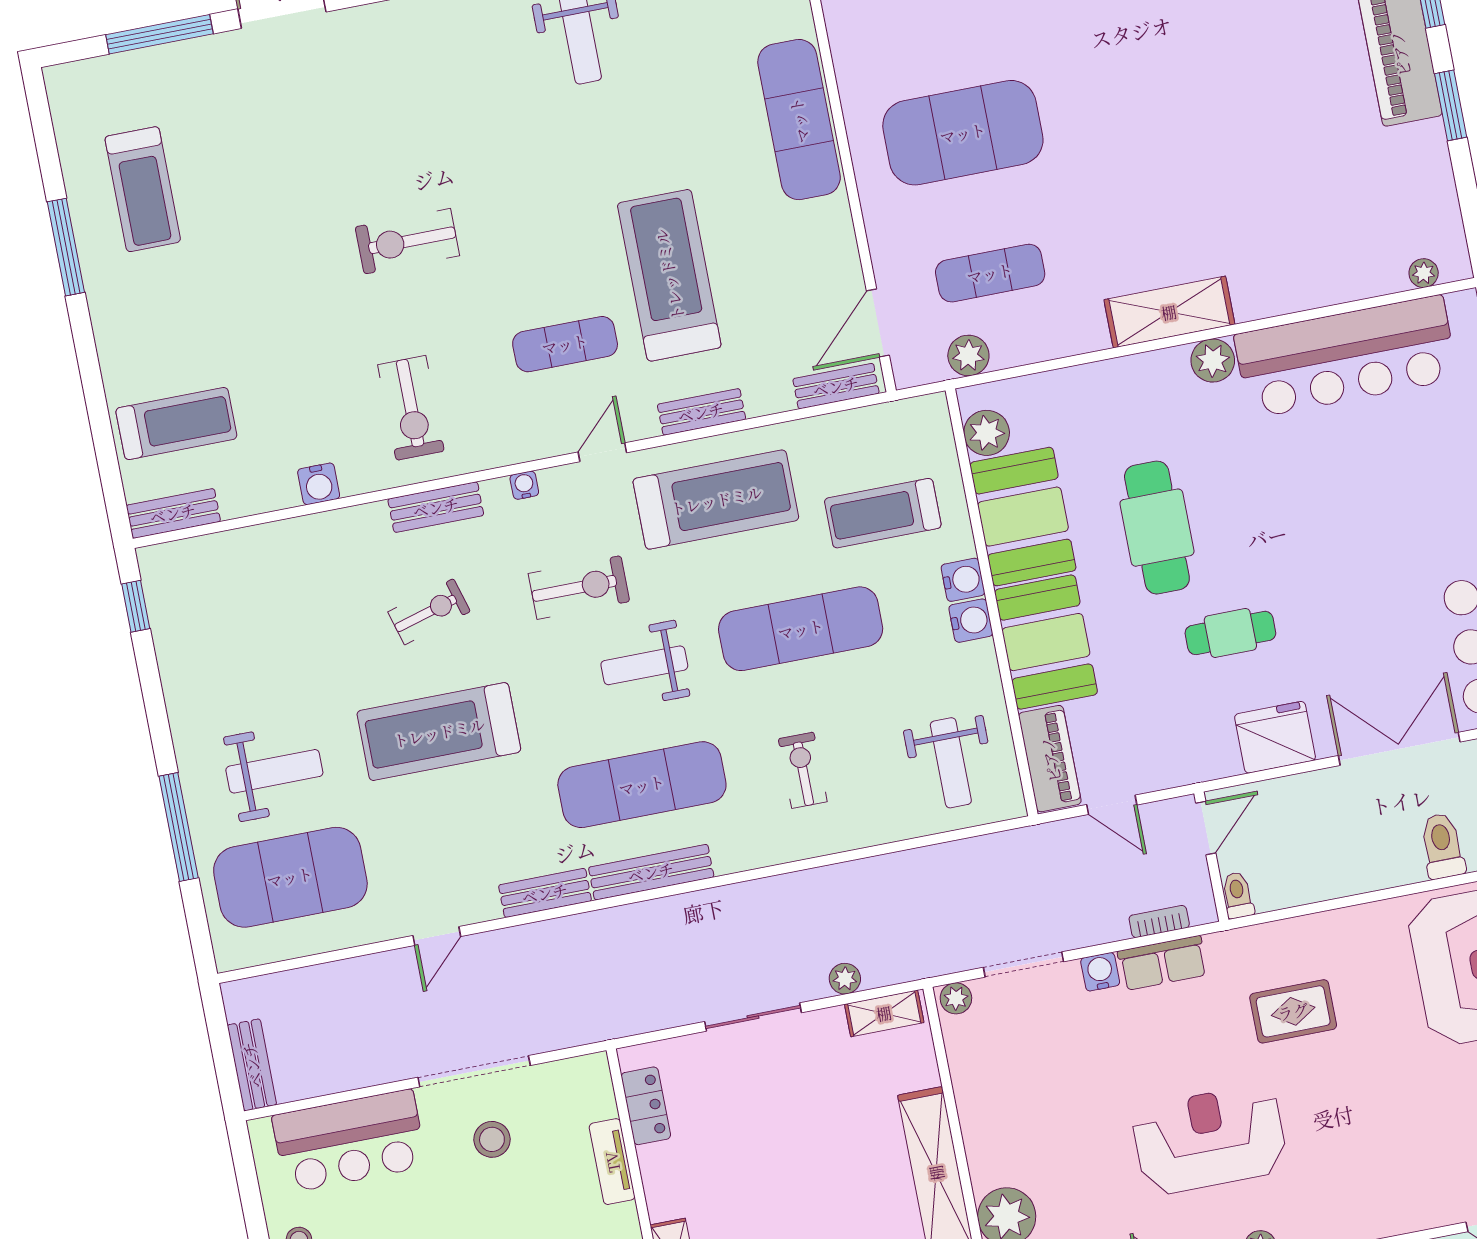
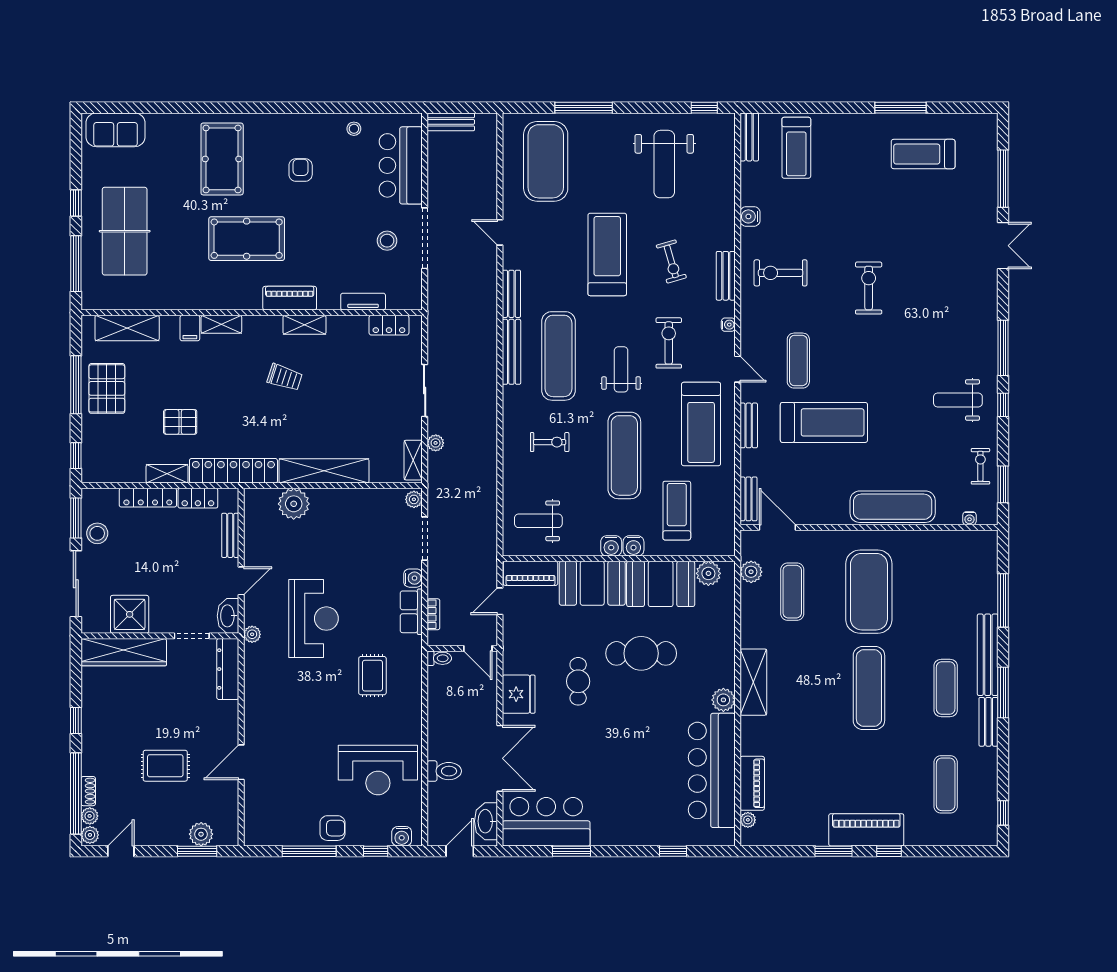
exercise mat: (1139, 98) -> (869, 688), added
piano: (1355, 278) -> (752, 783), added
exercise bike: (579, 588) -> (669, 343), turned 180
weight bench: (274, 771) -> (664, 164), moved, width x1.36, depth x1.33

